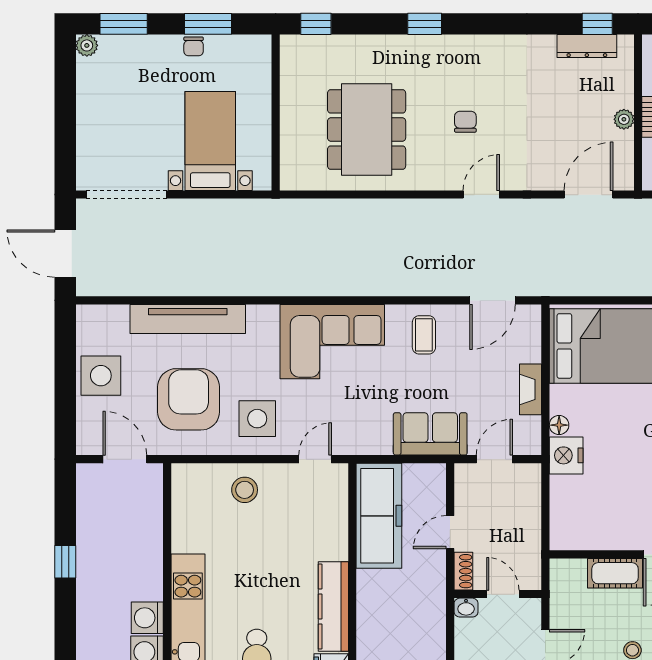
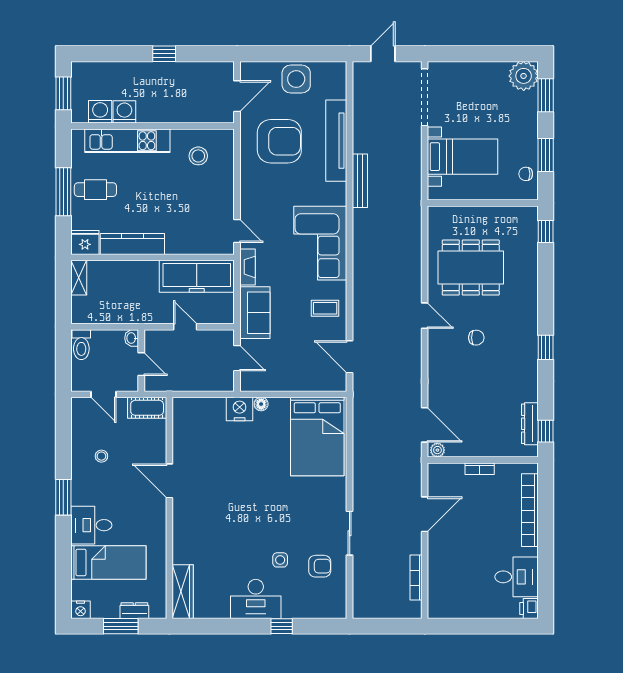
window: (425, 24) -> (546, 347), moved
plant: (87, 45) -> (524, 76), width x1.88, depth x1.88
chair: (194, 46) -> (526, 174), moved
plant: (624, 119) -> (437, 450), moved
door: (481, 195) -> (425, 316), moved
door: (65, 254) -> (383, 54), width x0.73
bench: (244, 286) -> (360, 181), added
fireplace: (531, 389) -> (248, 267), moved, turned 90
side table: (257, 419) -> (266, 190), removed
stool: (245, 490) -> (198, 156), moved
shoe rack: (463, 571) -> (157, 336), removed
cot: (615, 573) -> (147, 408), moved, turned 90
door: (503, 594) -> (141, 364), hinge flipped

